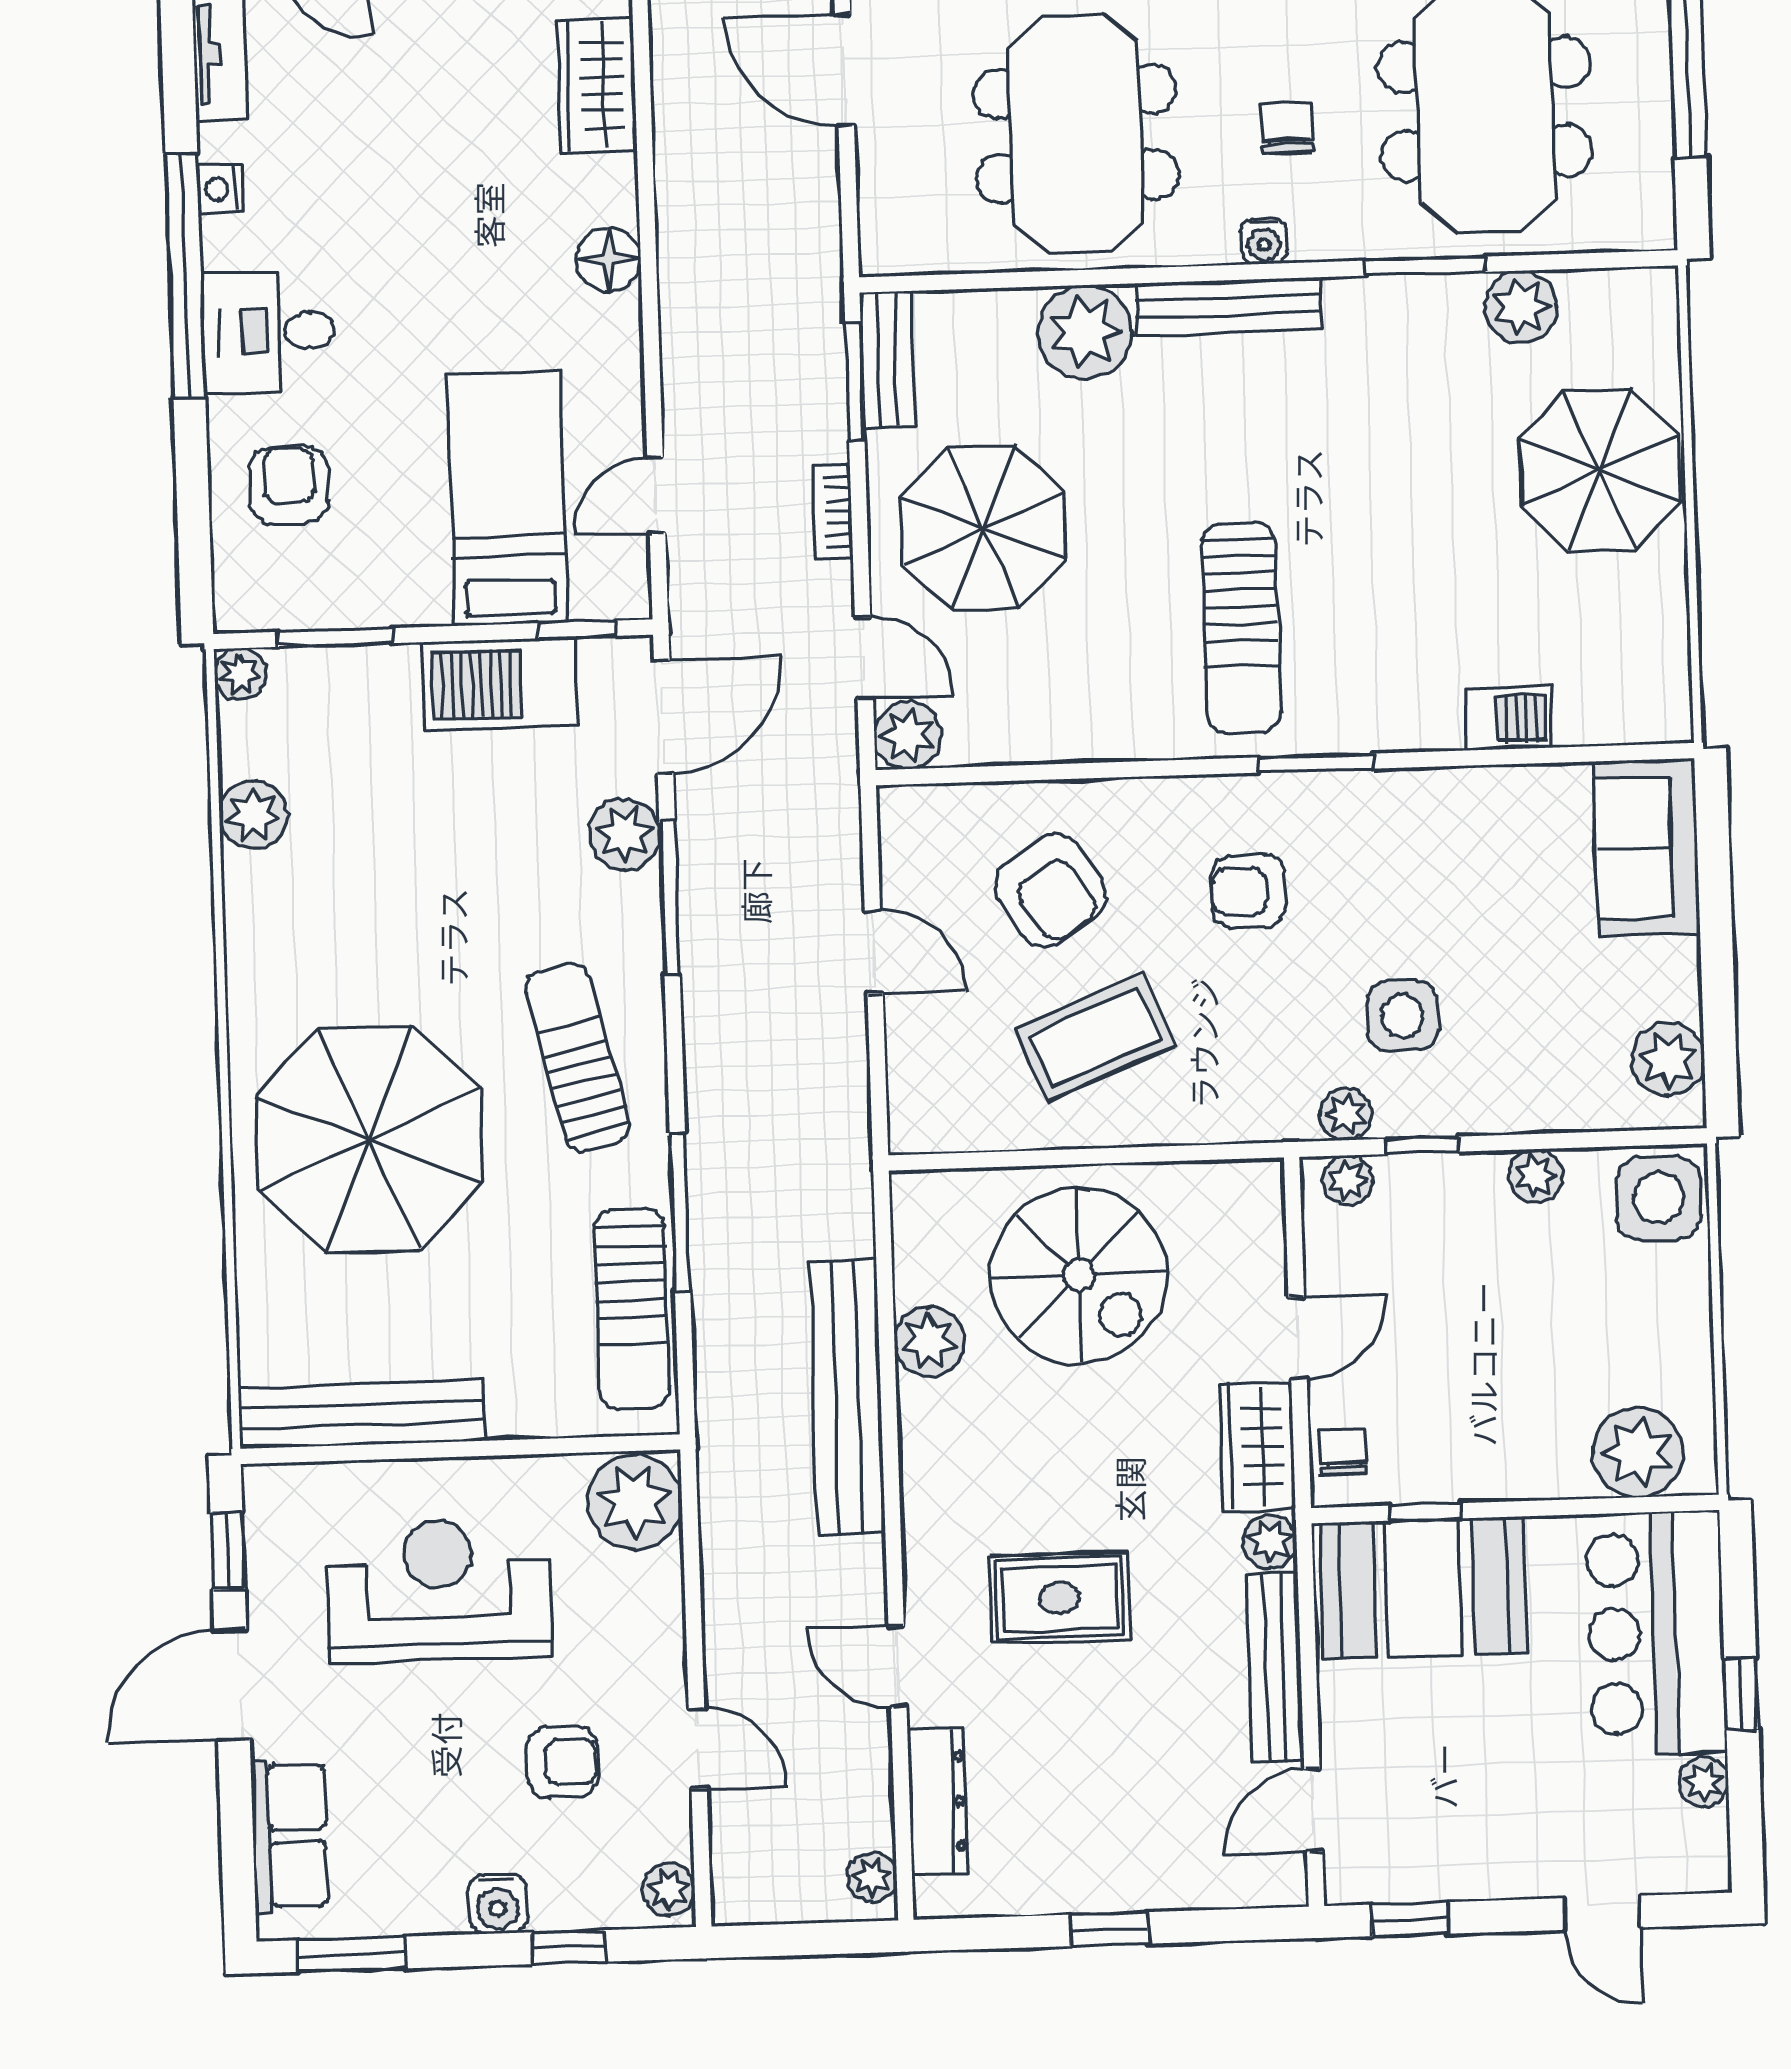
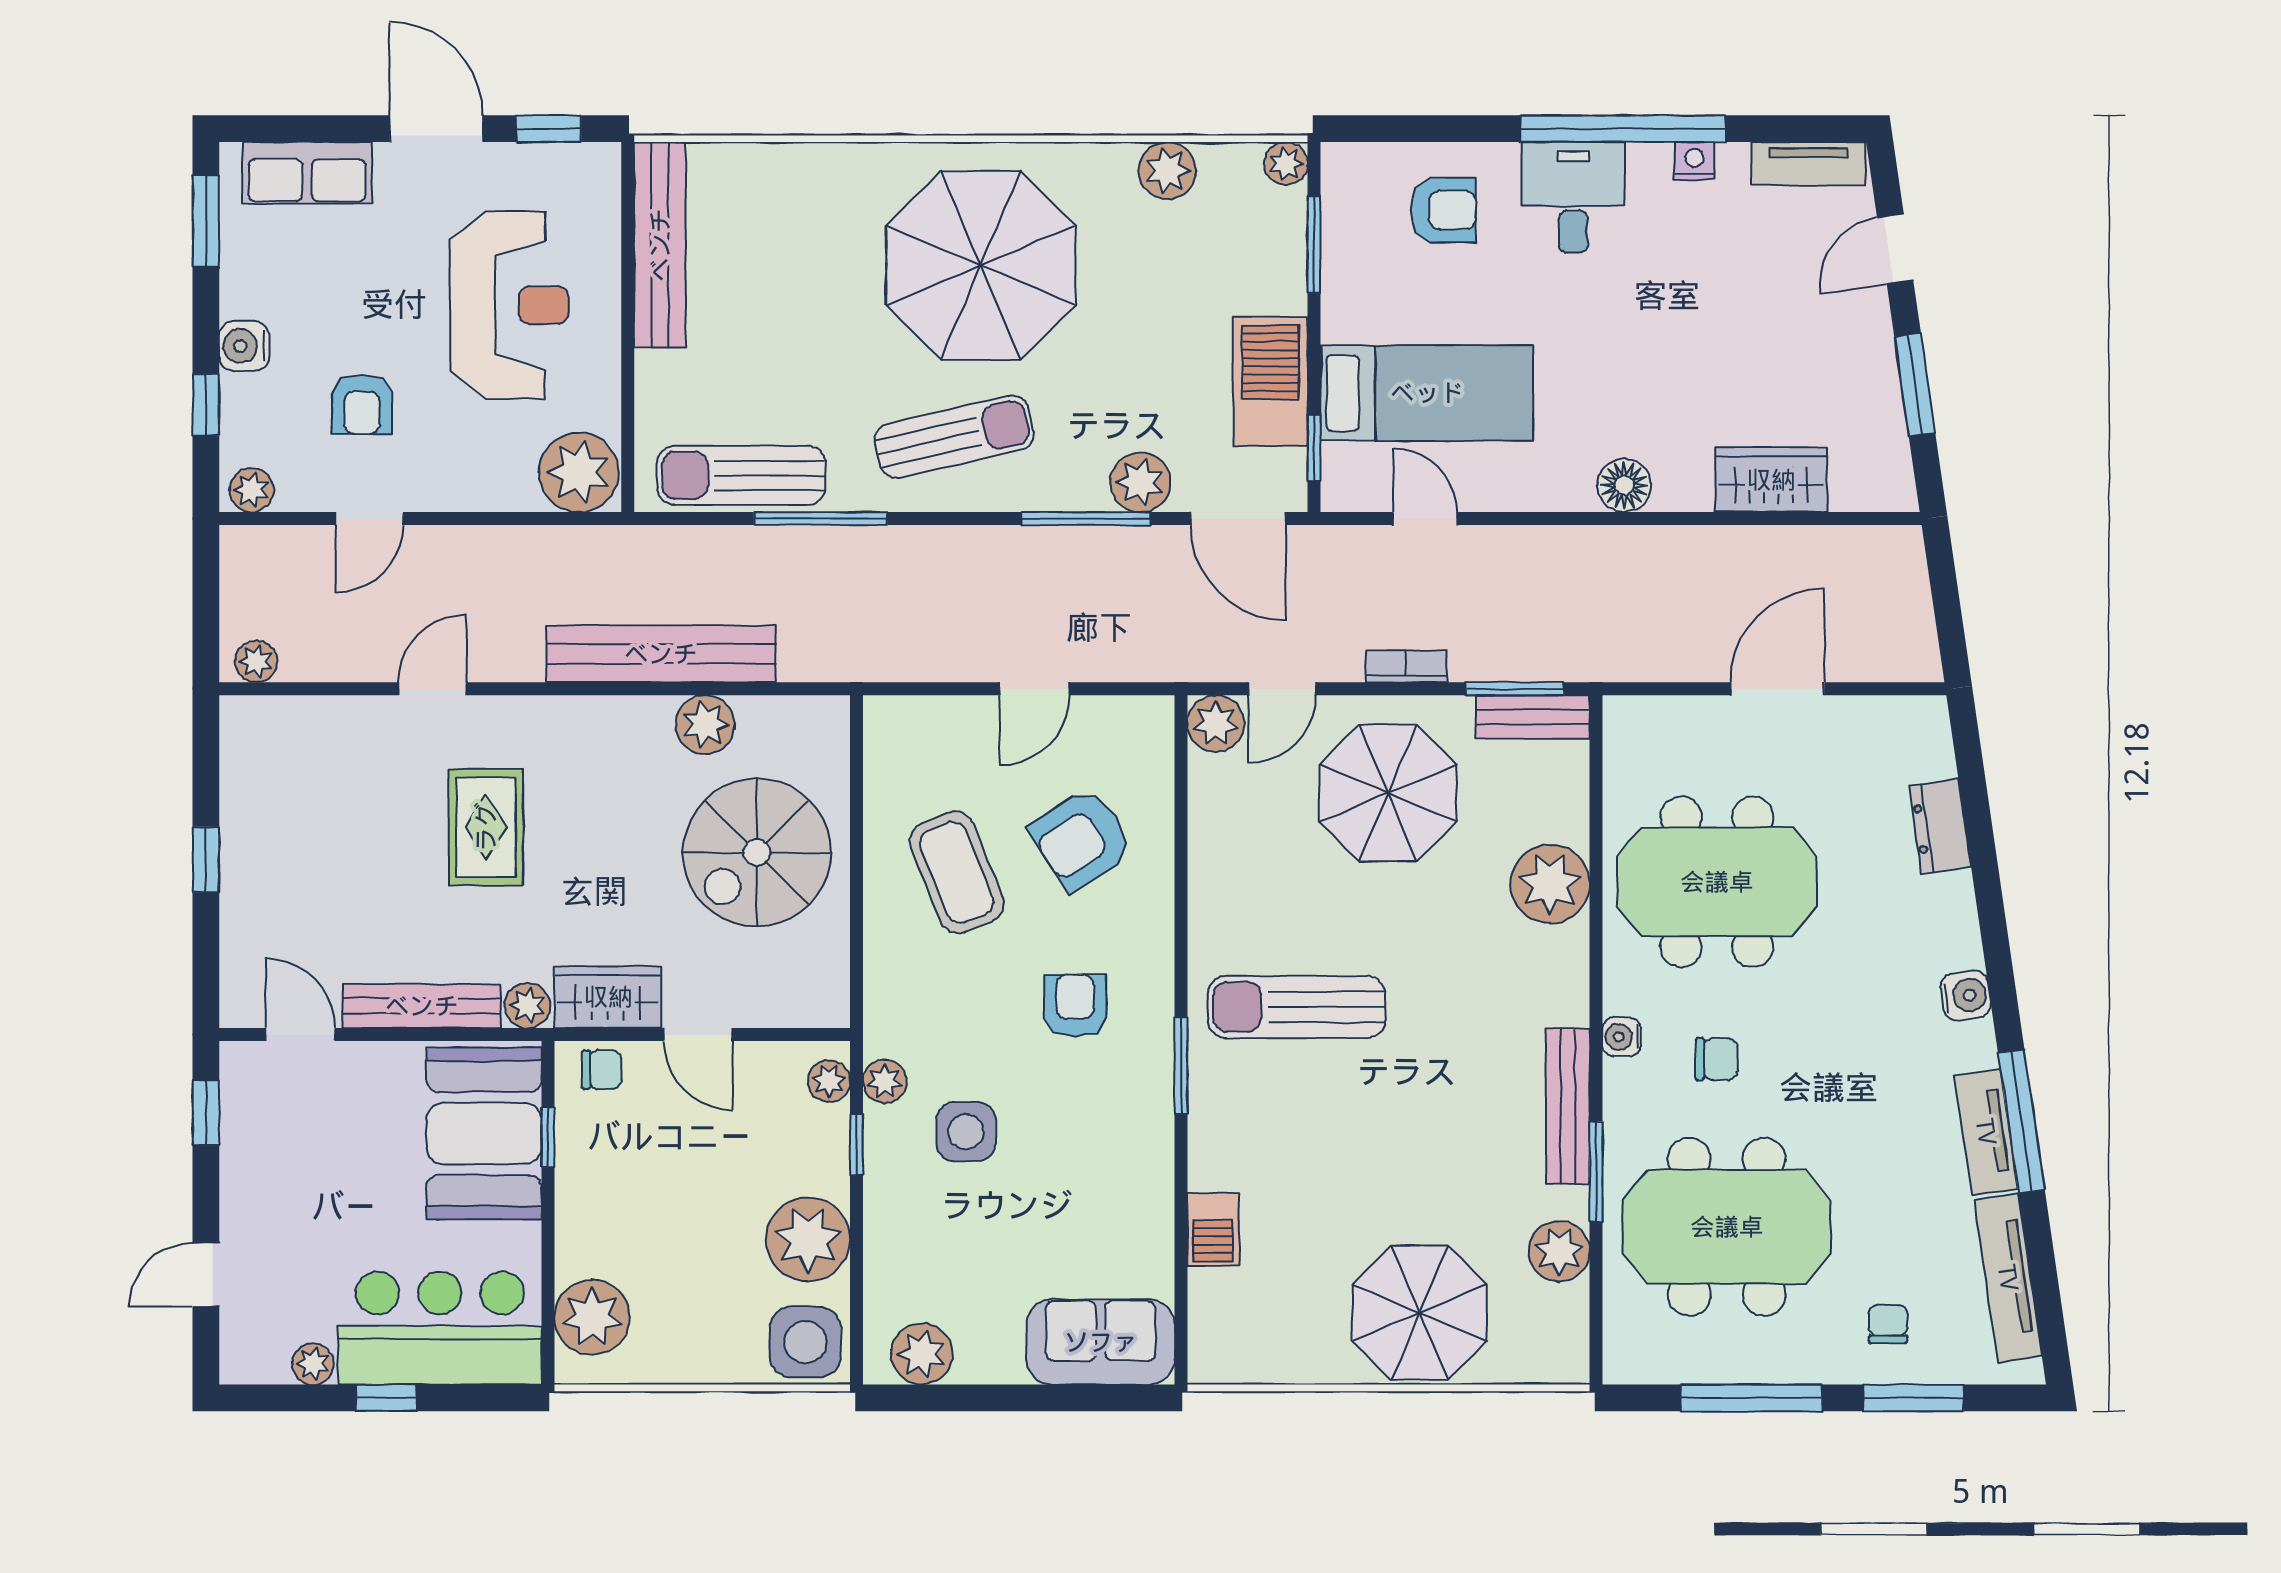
bench: (1228, 306) -> (1568, 1106), moved
parasol: (369, 1139) -> (981, 265), moved
plant: (1536, 1176) -> (808, 1239), width x1.88, depth x1.88
dresser: (938, 1801) -> (318, 719), removed

